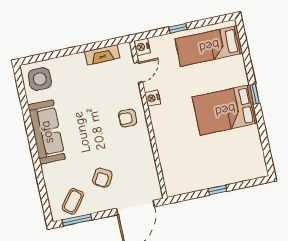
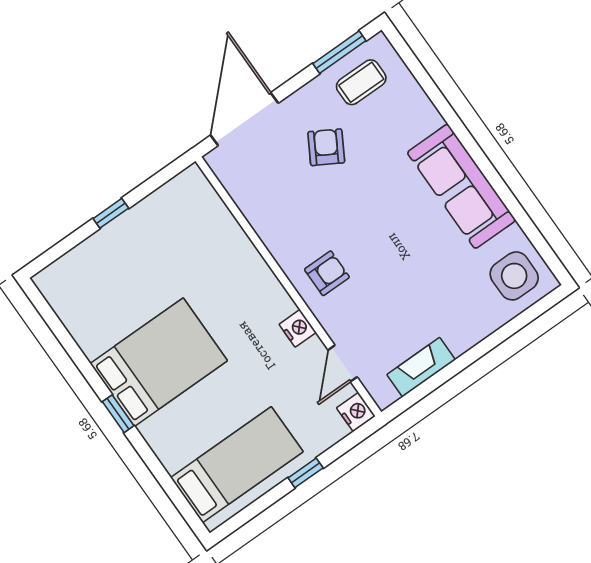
coffee table: (73, 201) -> (361, 82), turned 52

